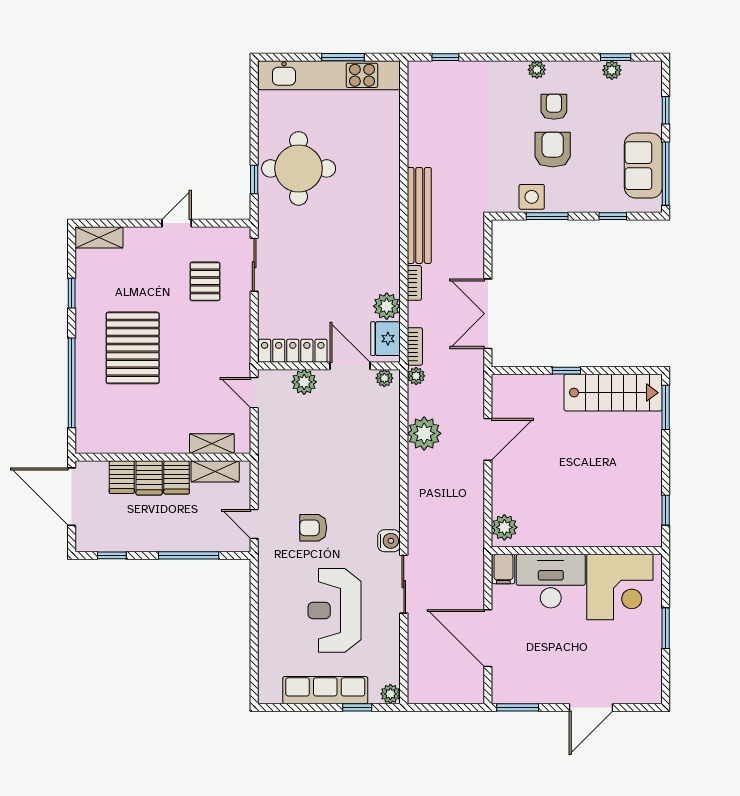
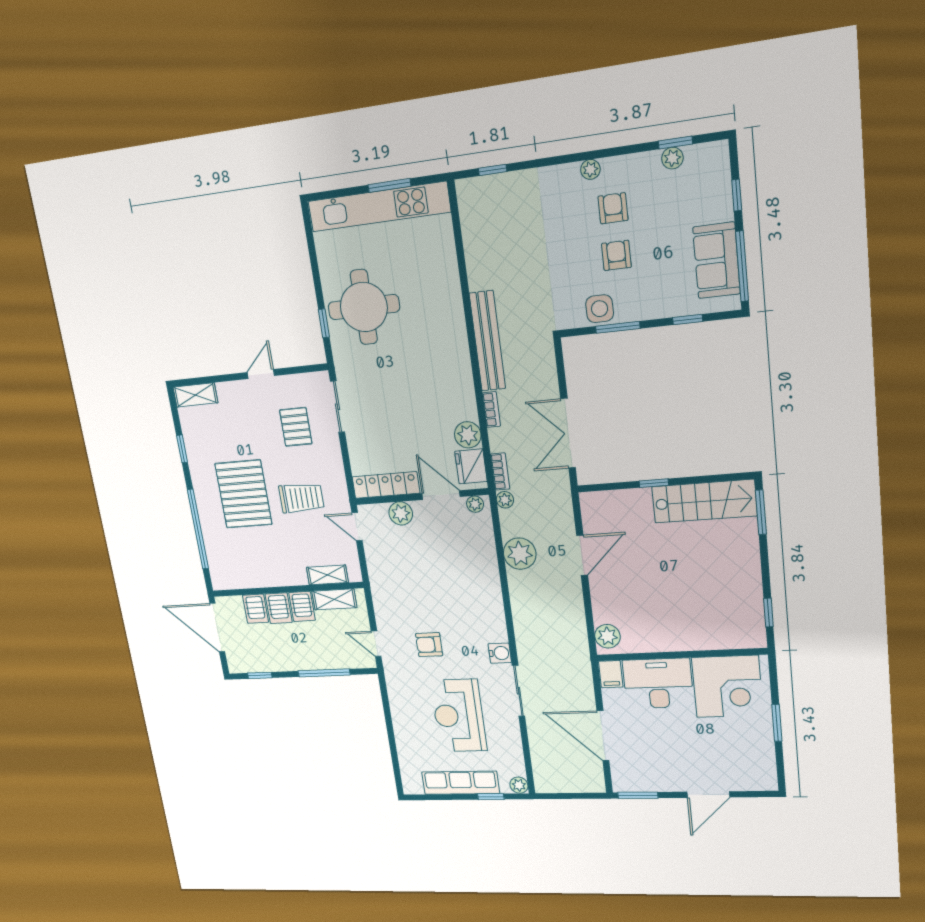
armchair: (553, 150) -> (616, 255), width x0.72, depth x0.72
trolley: (198, 357) -> (301, 498), added

